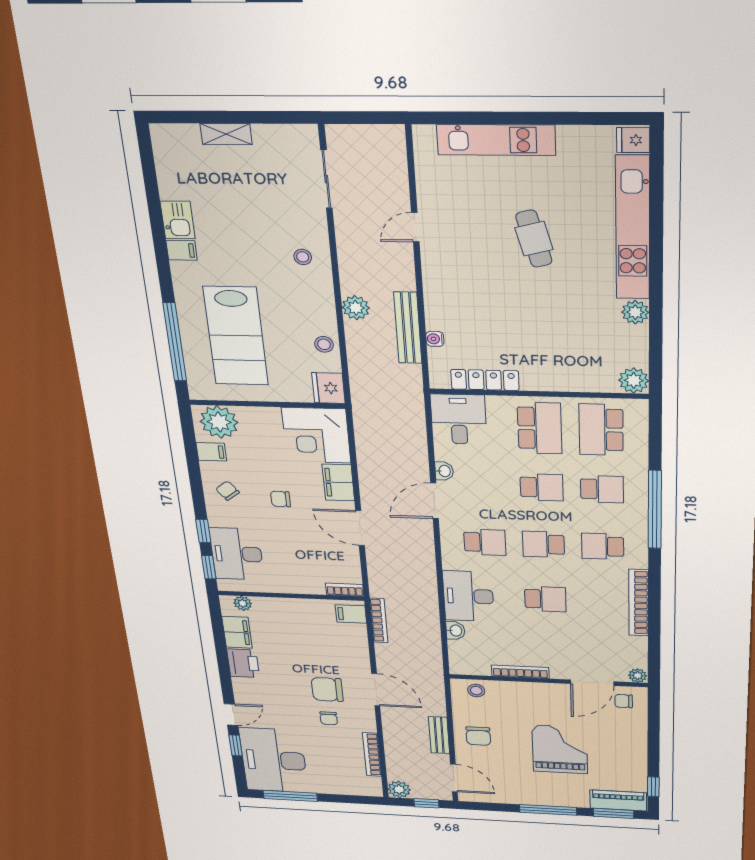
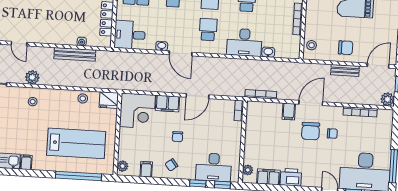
plant: (356, 308) -> (32, 77), moved
plant: (219, 422) -> (123, 166), width x0.53, depth x0.53
filing cabinet: (351, 614) -> (289, 111), moved

